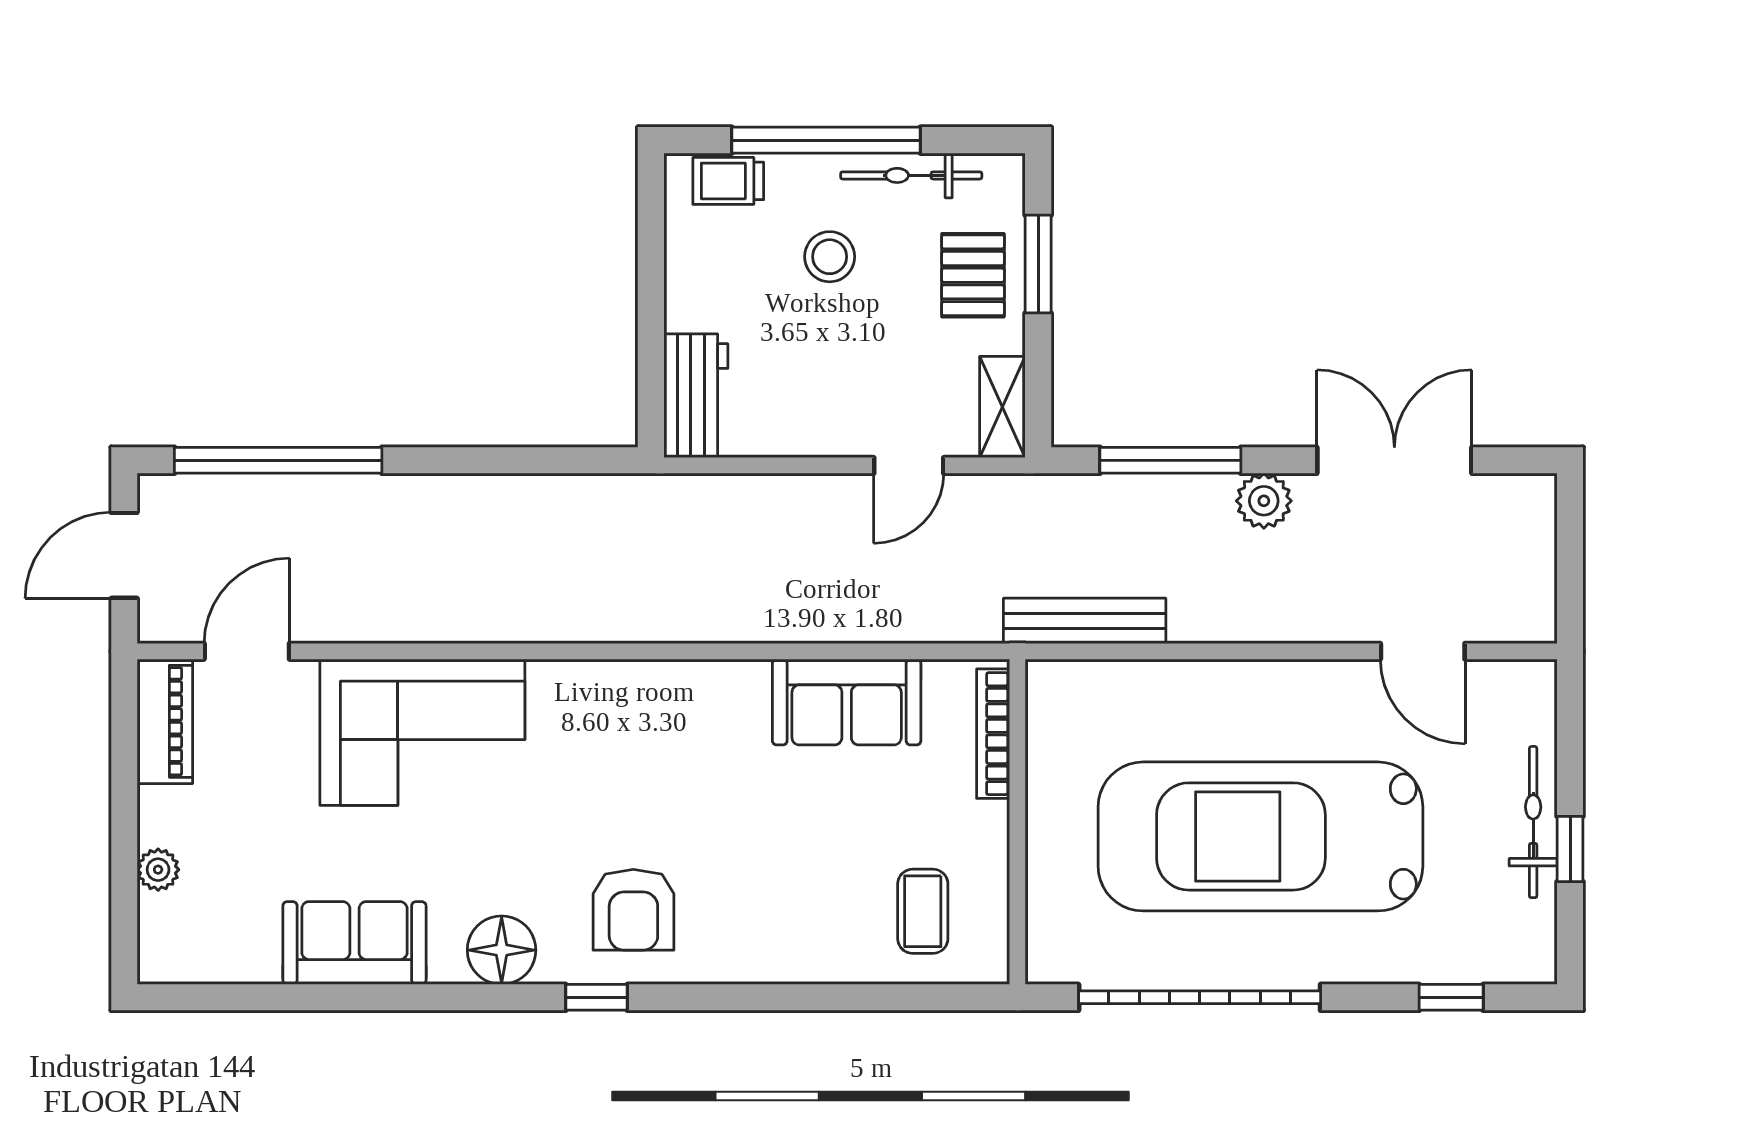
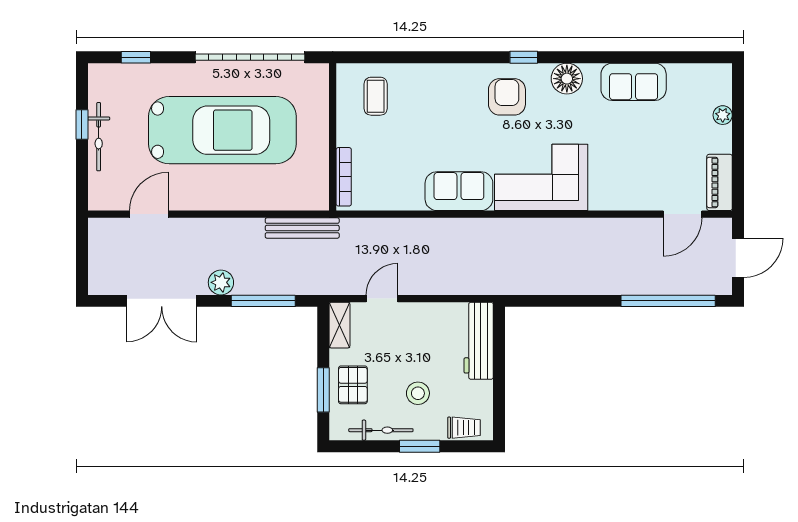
window: (826, 140) -> (420, 446), width x0.47
workbench: (696, 396) -> (479, 341), width x1.38
door: (1423, 651) -> (149, 214), hinge flipped
sofa: (847, 702) -> (459, 191), moved
corner sofa: (422, 732) -> (541, 177), moved

